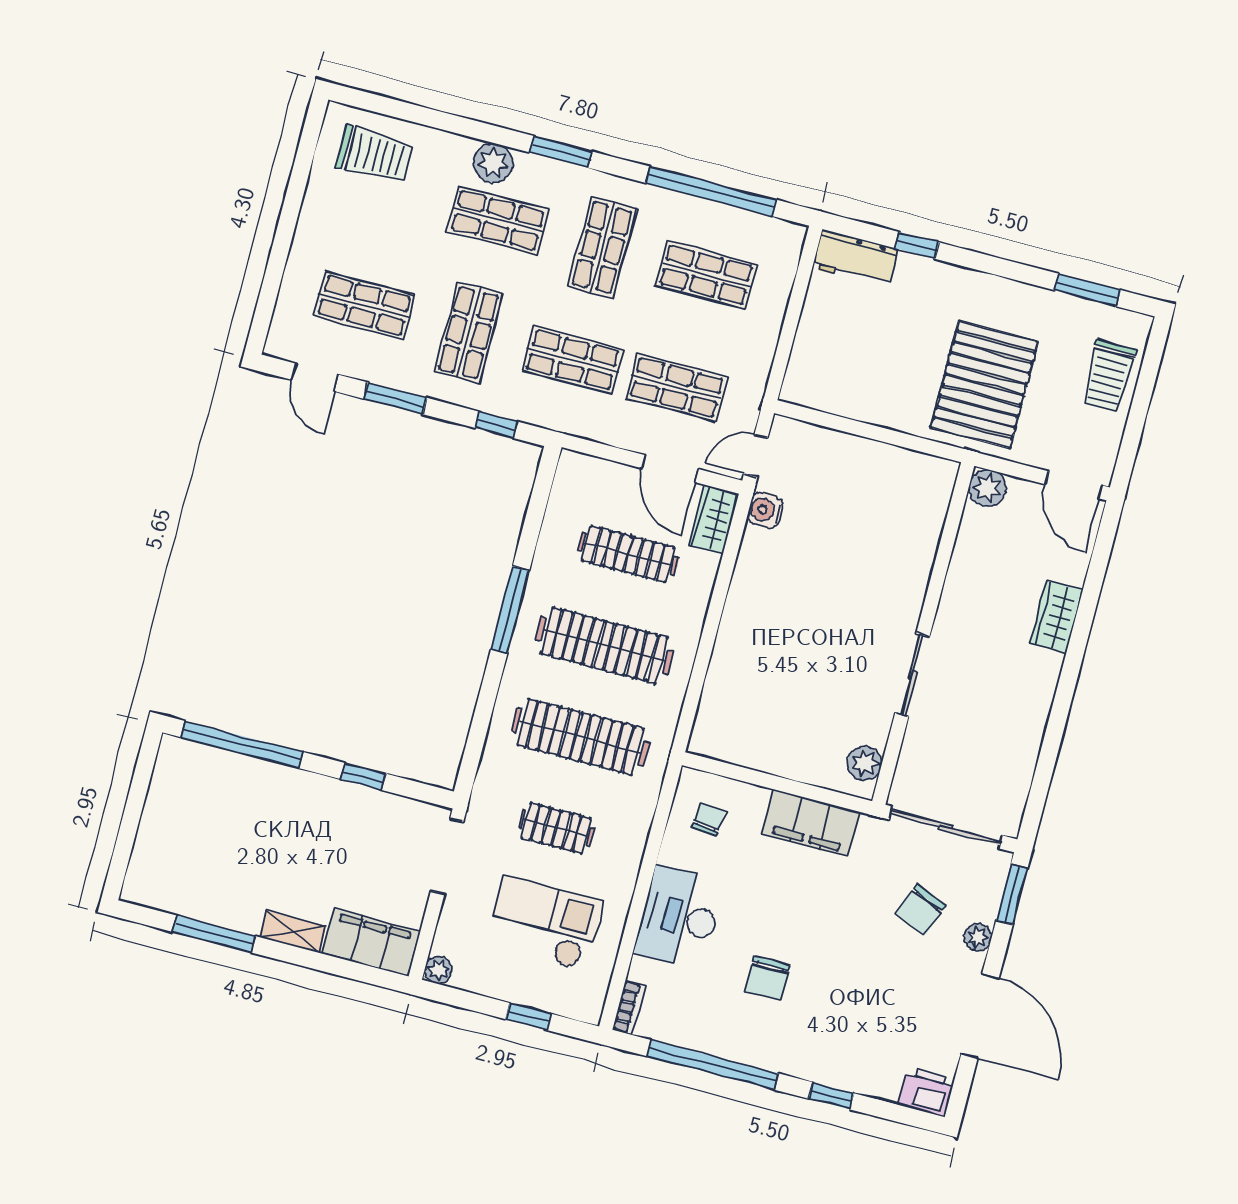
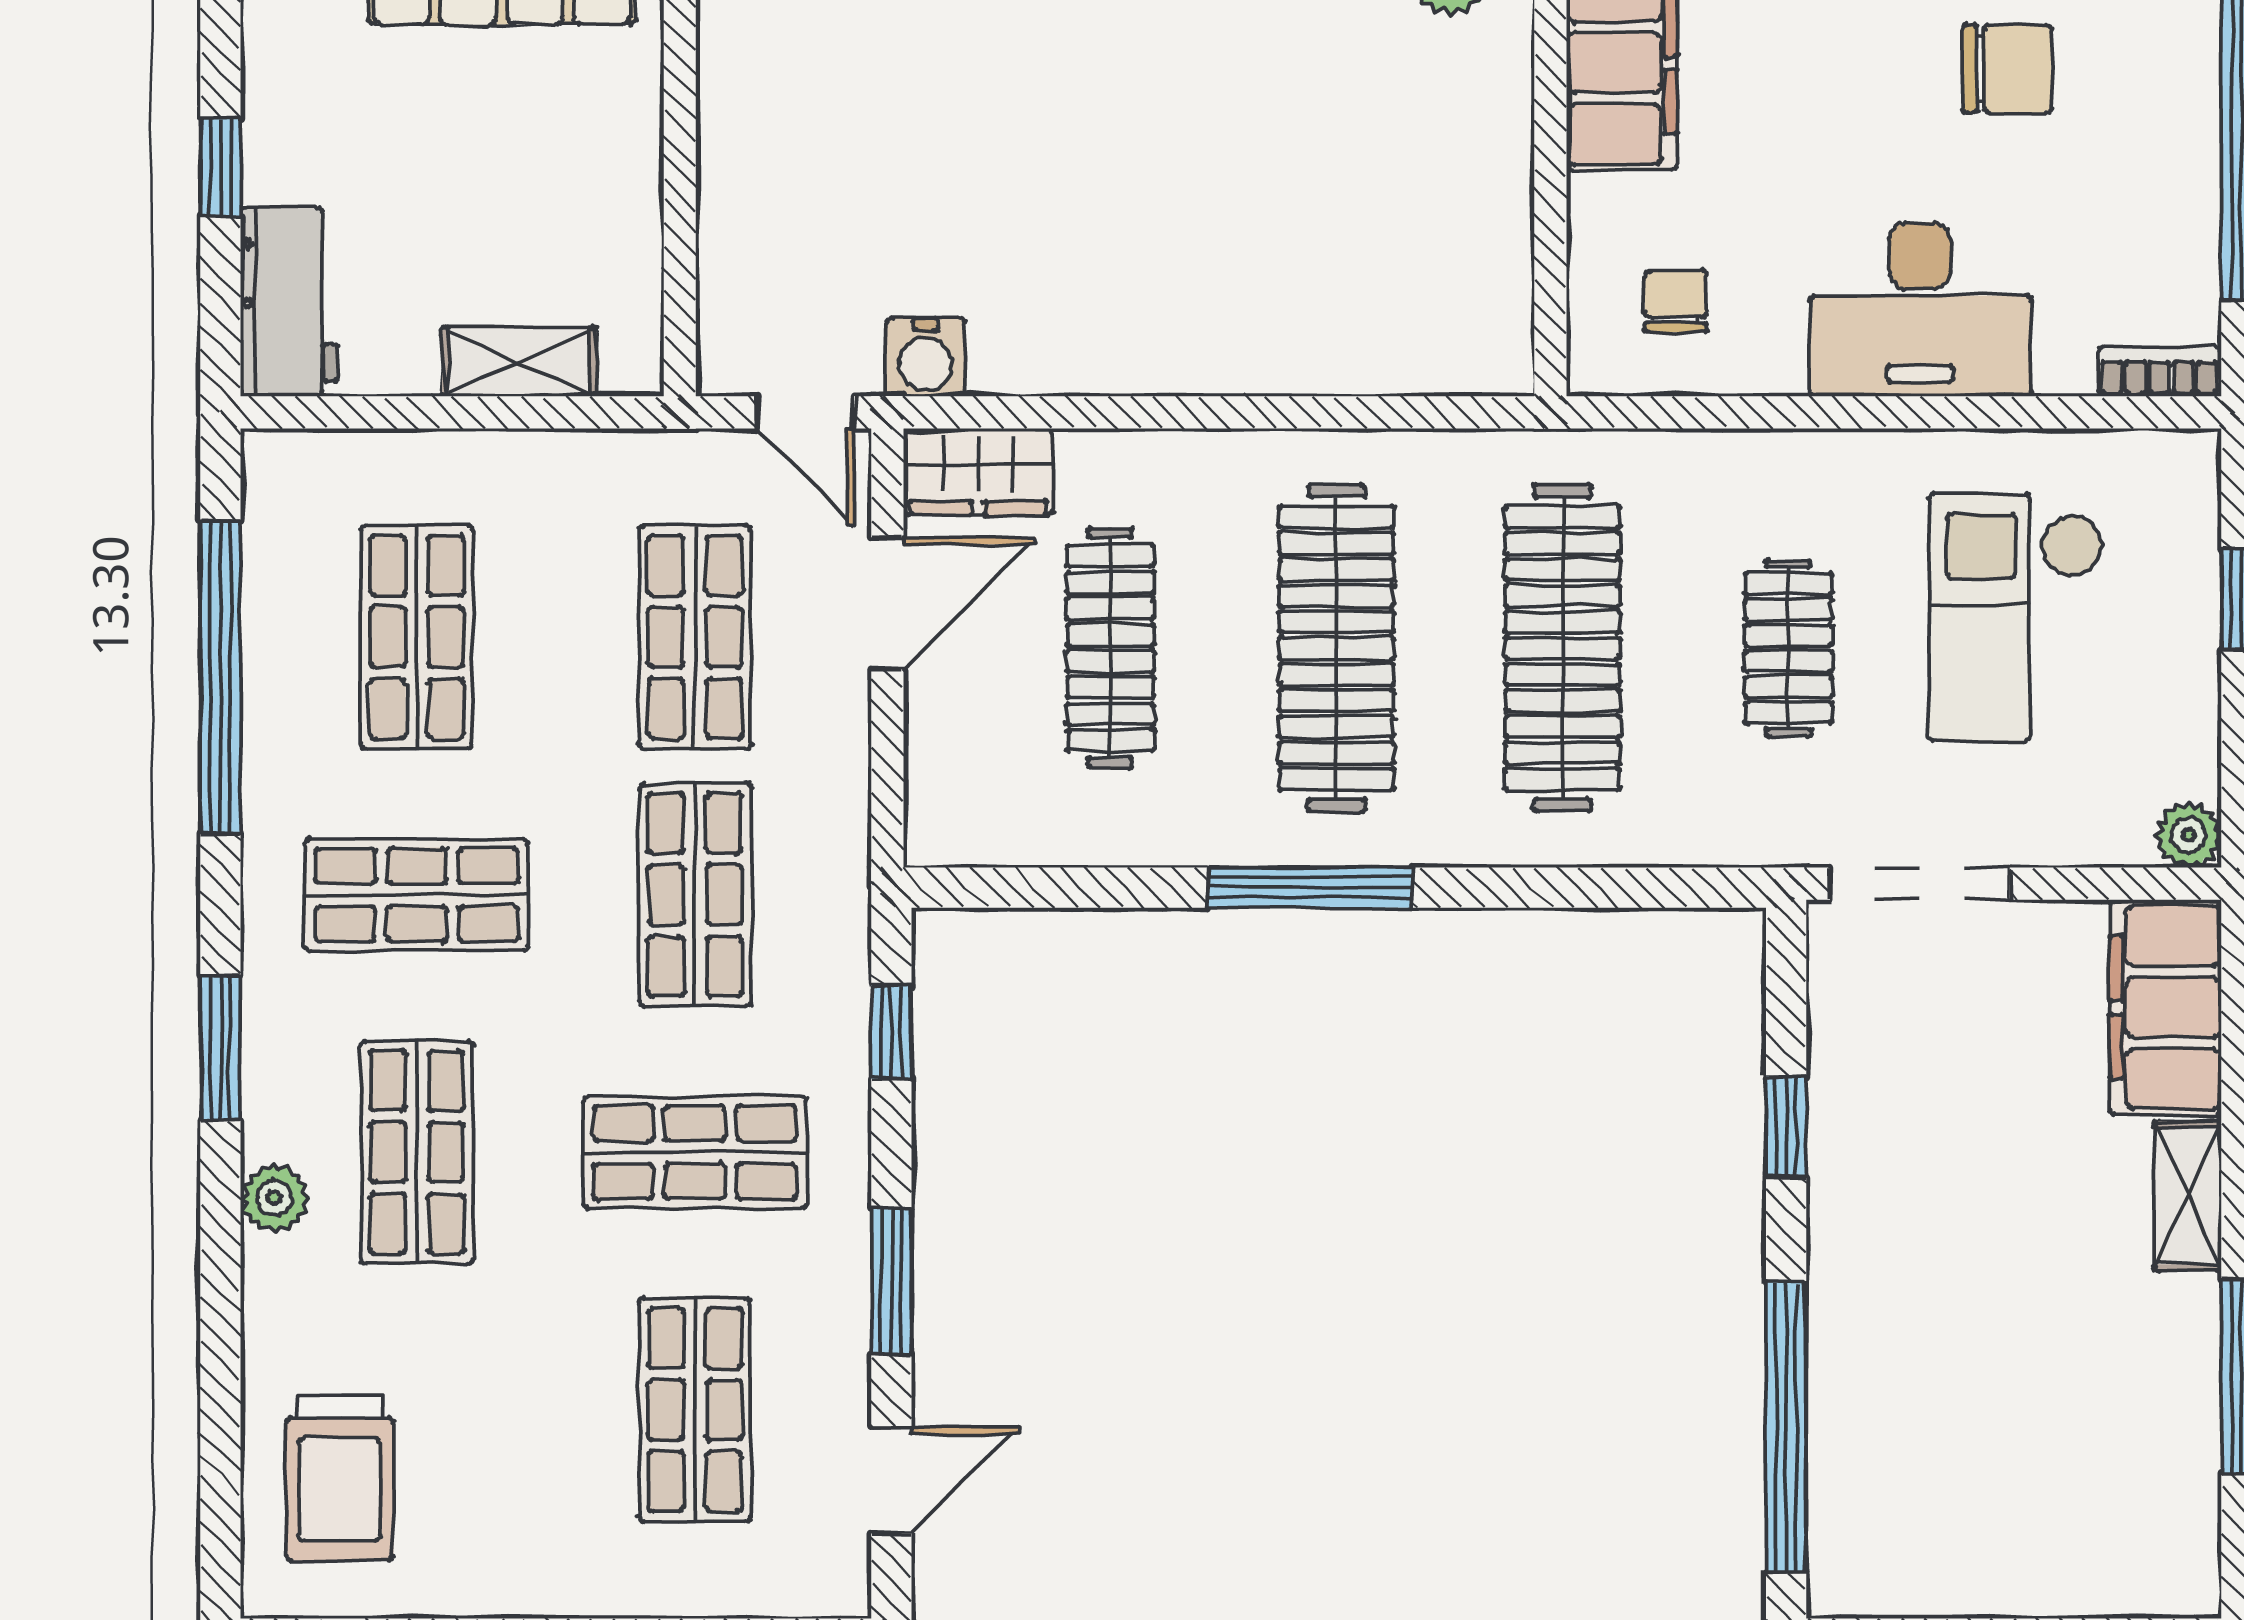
trolley: (375, 155) -> (340, 1478), turned 180
plant: (493, 163) -> (274, 1198), width x0.73, depth x0.73
shelving: (807, 345) -> (519, 362), added
chair: (709, 819) -> (1676, 301), turned 84

